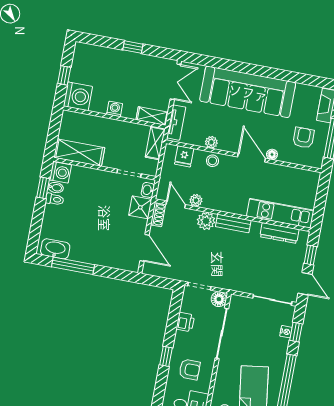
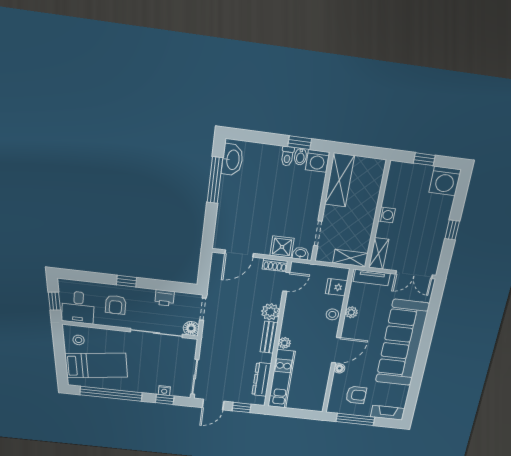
washing machine: (78, 96) -> (445, 181), moved
plant: (196, 200) -> (284, 343), moved

